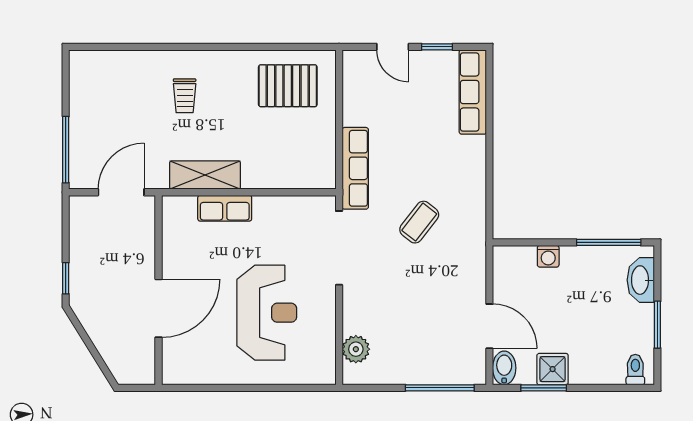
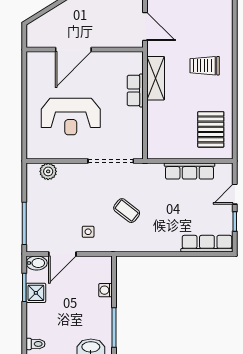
trolley: (185, 96) -> (205, 66), width x1.36, depth x1.39
row of seats: (355, 168) -> (190, 171), moved
side table: (454, 284) -> (88, 232), added
door: (159, 308) -> (73, 50), hinge flipped

